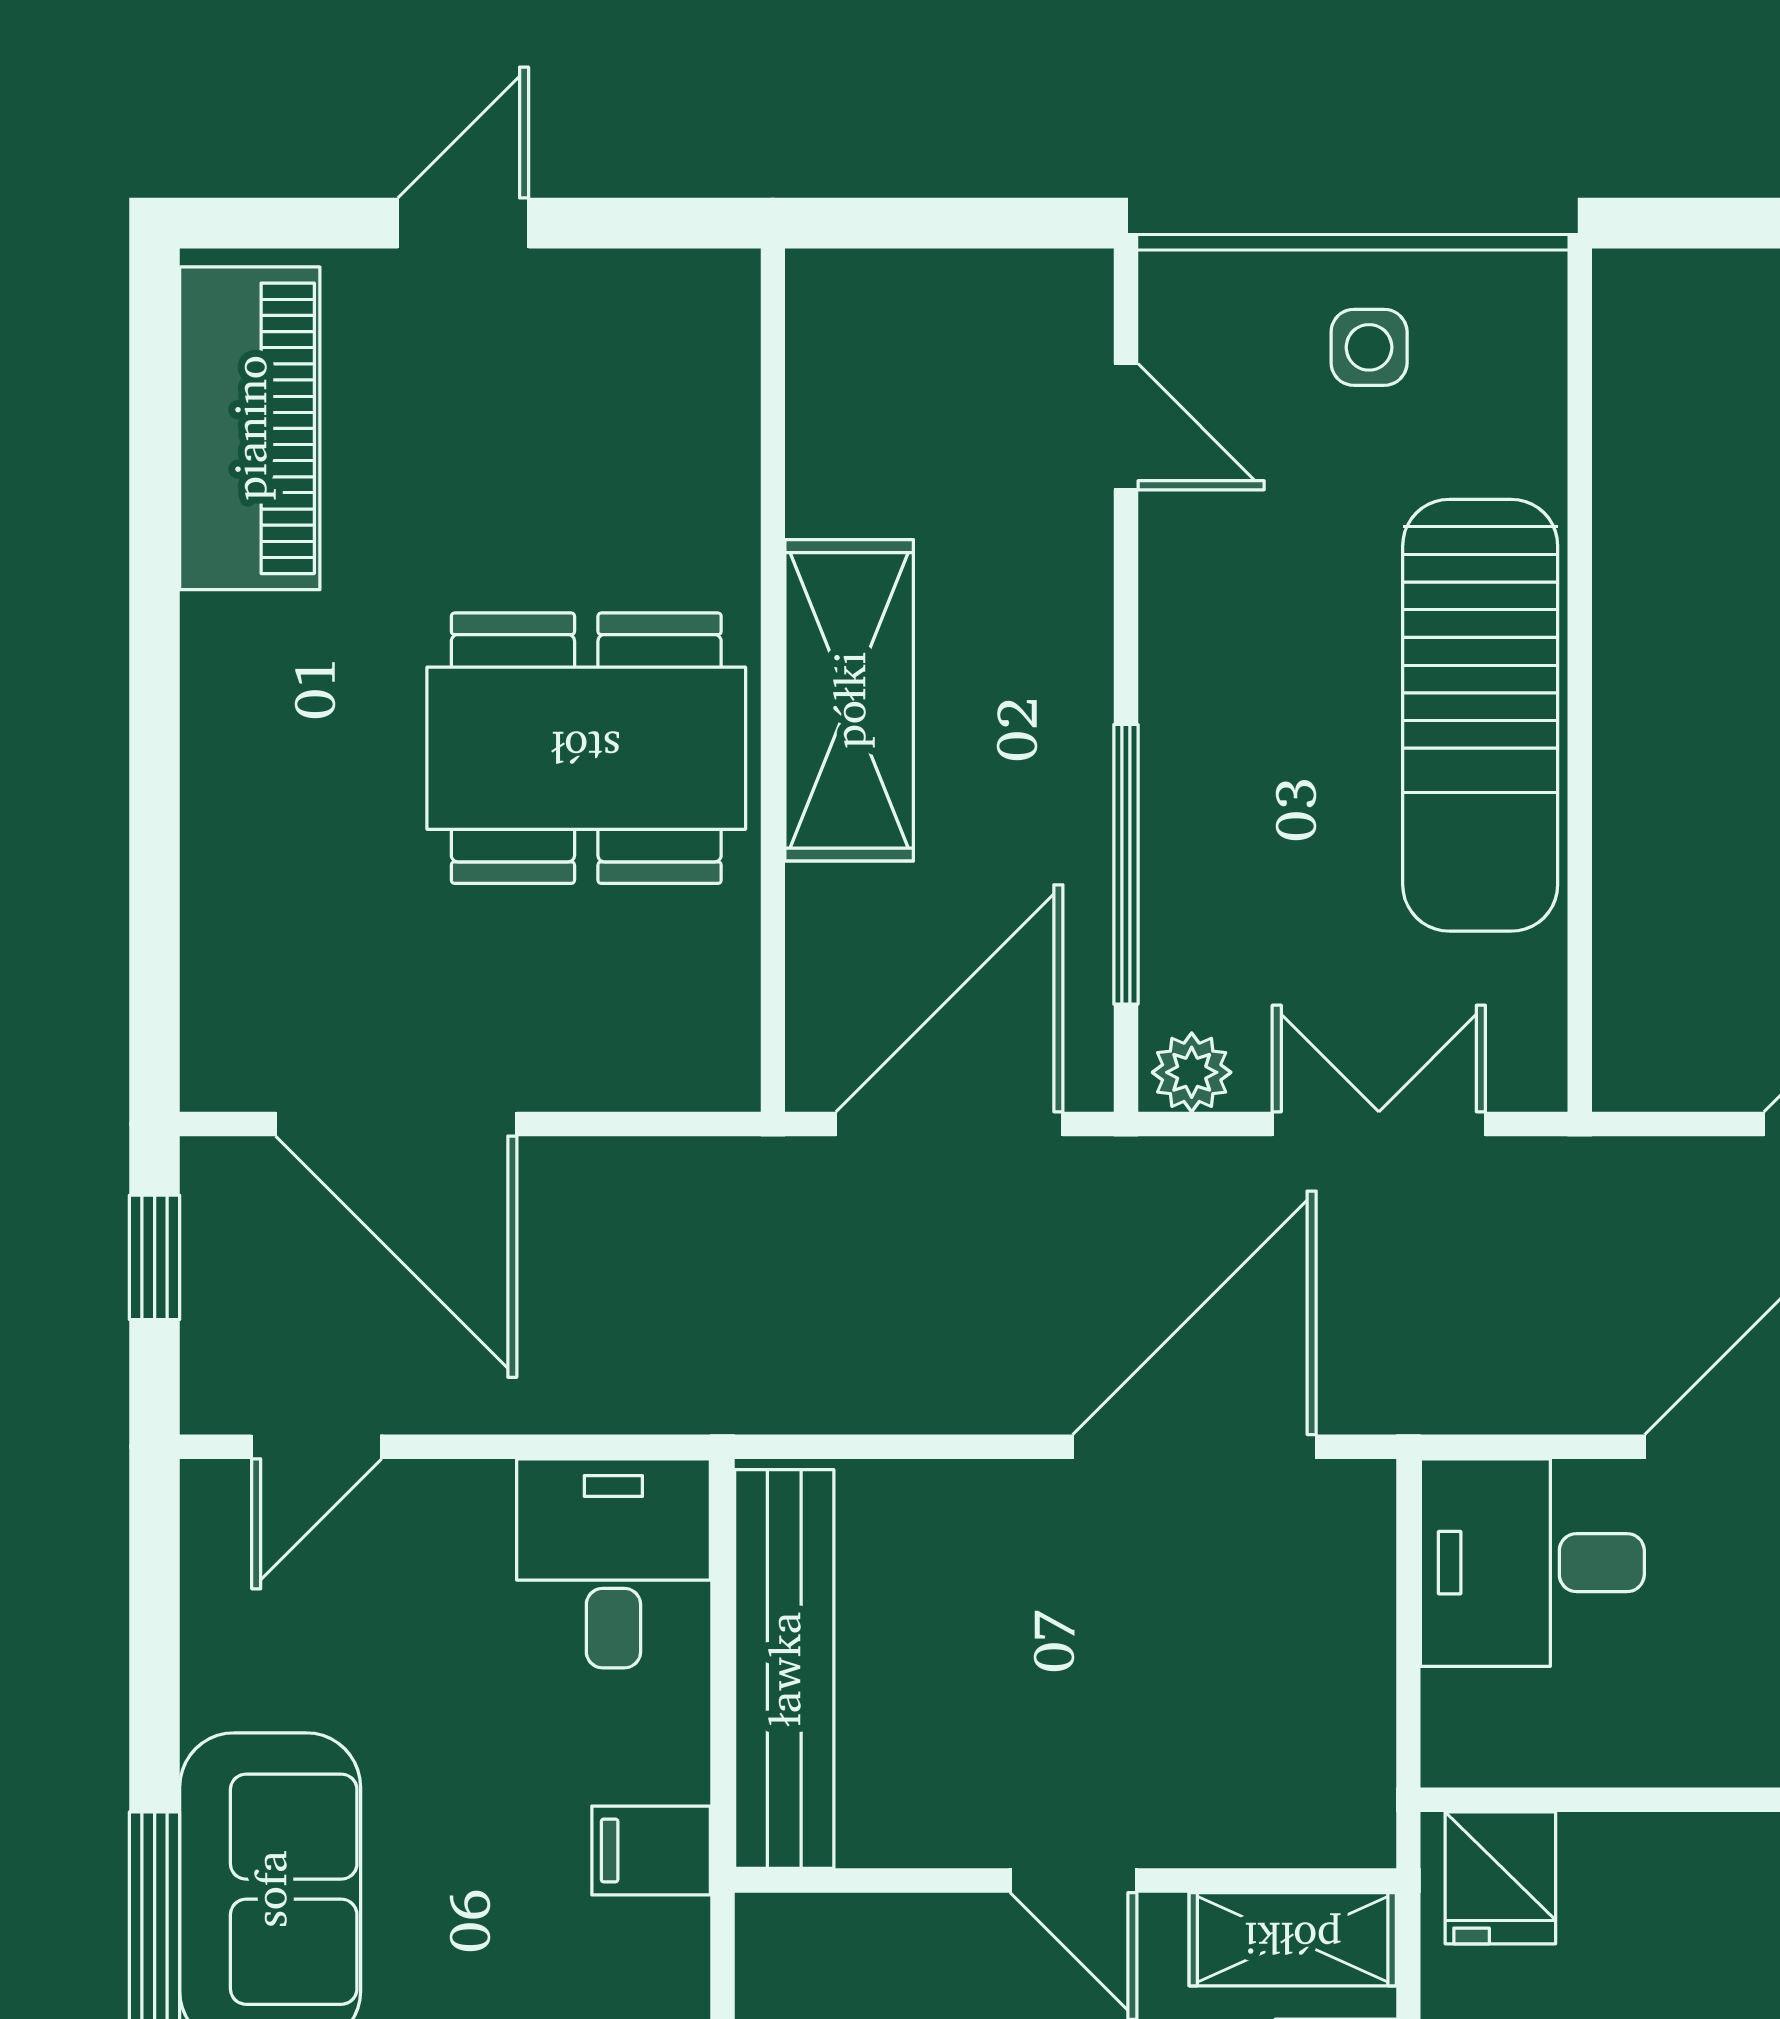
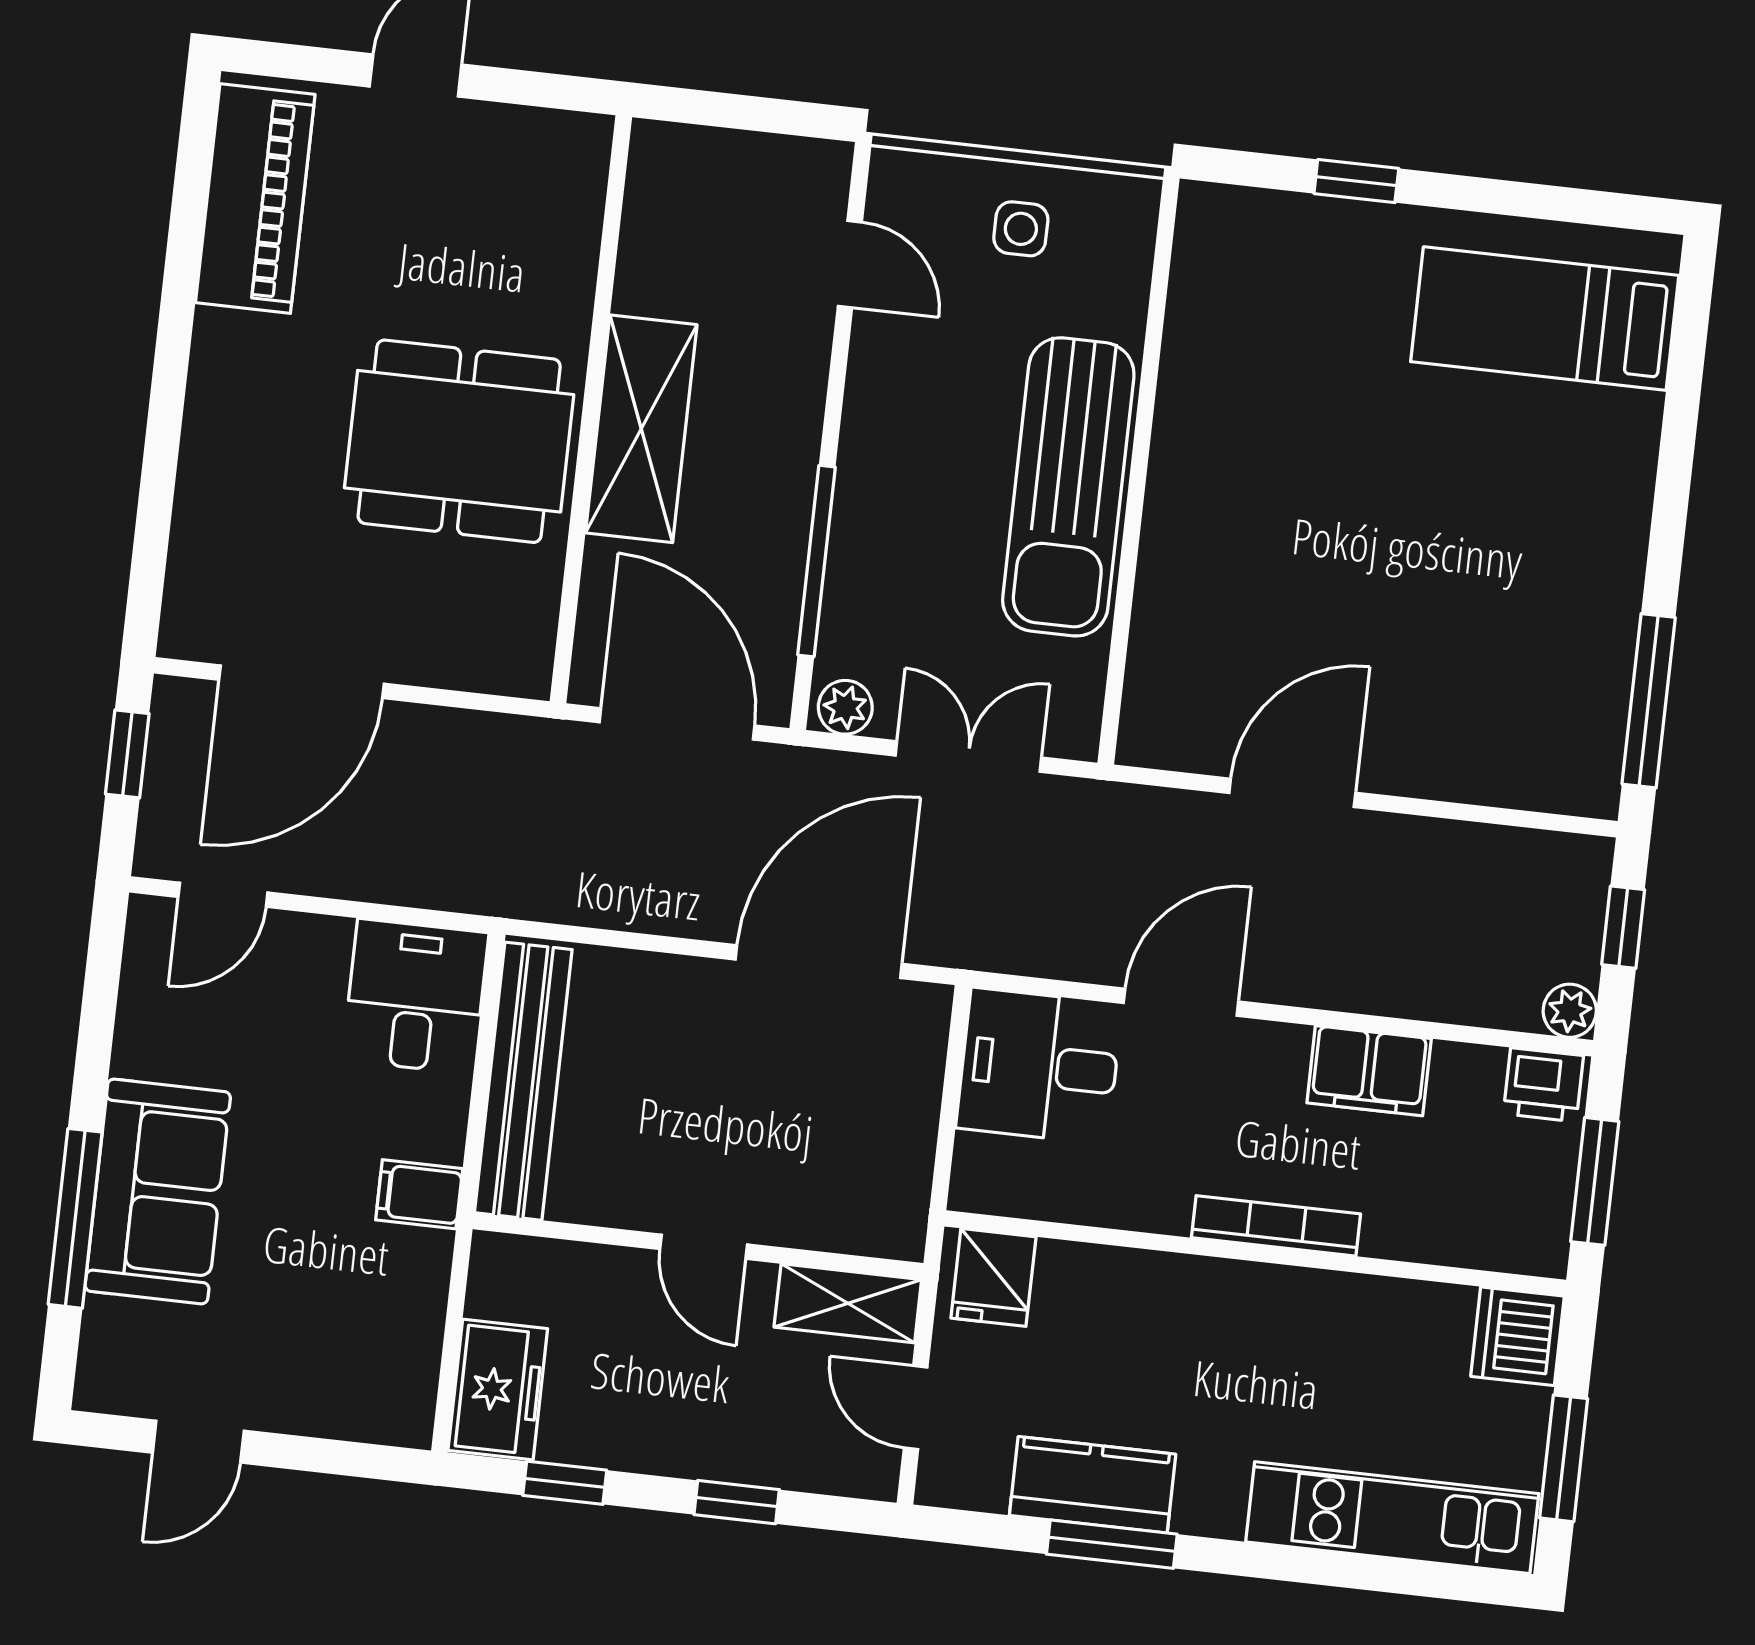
door: (396, 1124) -> (302, 682), hinge flipped
door: (949, 1124) -> (677, 724), hinge flipped

